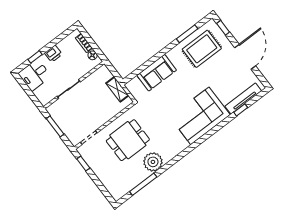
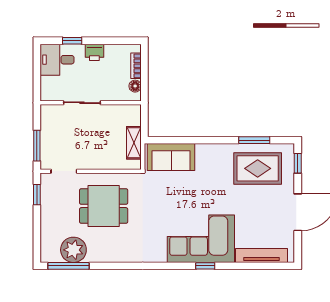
sofa: (157, 73) -> (171, 157), moved
window: (241, 110) -> (205, 266), moved
window: (55, 126) -> (37, 146), moved
plant: (153, 162) -> (73, 250), moved
window: (143, 184) -> (69, 266), moved

